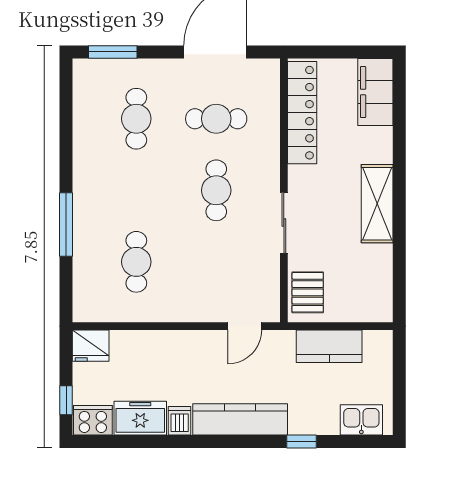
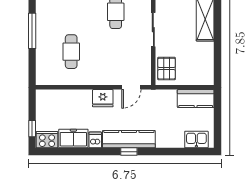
fridge: (91, 346) -> (103, 98), moved
kitchen counter: (329, 346) -> (196, 99), moved
window: (302, 441) -> (129, 152), moved

